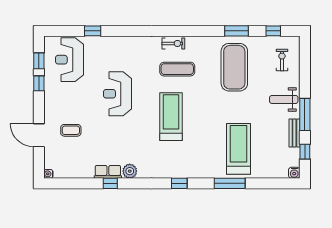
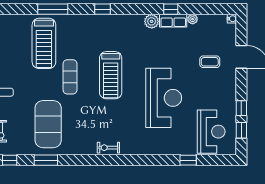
exercise mat: (177, 69) -> (70, 77), moved, turned 90
reception desk: (118, 94) -> (164, 98), width x1.36, depth x1.30
plant: (88, 173) -> (193, 19), added

